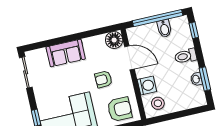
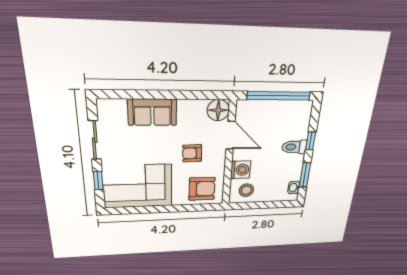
bidet: (164, 28) -> (282, 110), removed
window: (194, 30) -> (311, 141), moved
sliding door: (26, 72) -> (95, 140), moved
washbasin: (196, 79) -> (294, 188), moved

